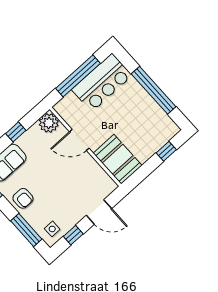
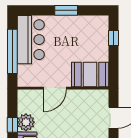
window: (154, 90) -> (66, 10), width x0.47
plant: (49, 123) -> (26, 122), moved

